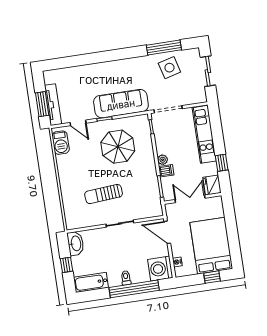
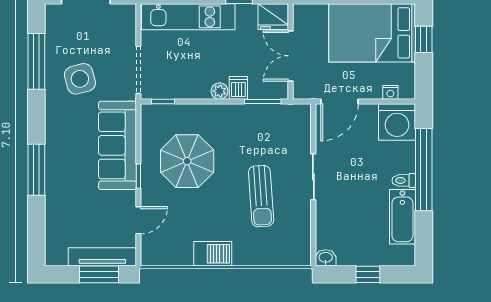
window: (99, 57) -> (36, 170), added
side table: (169, 68) -> (80, 79), moved
barbecue: (61, 143) -> (213, 254), moved
washbasin: (76, 243) -> (326, 258), width x0.52, depth x0.69
bathtub: (91, 282) -> (402, 217), moved

